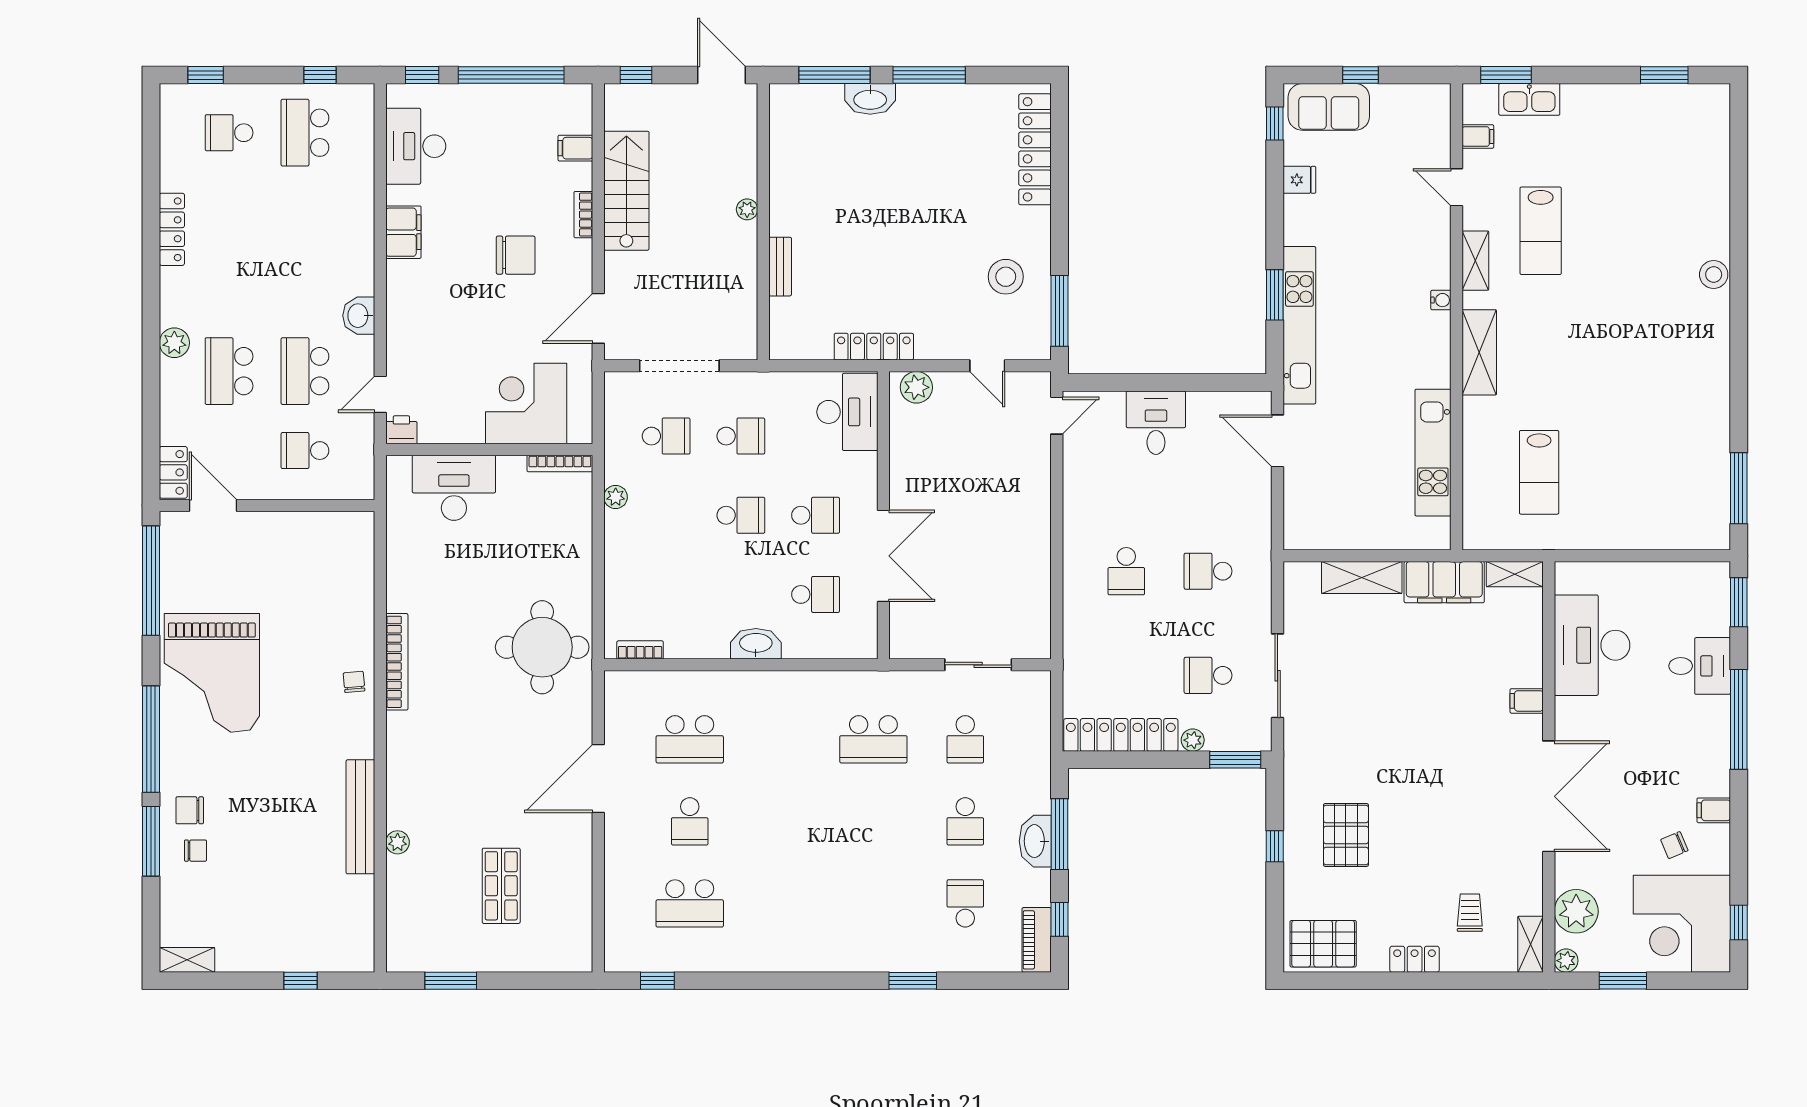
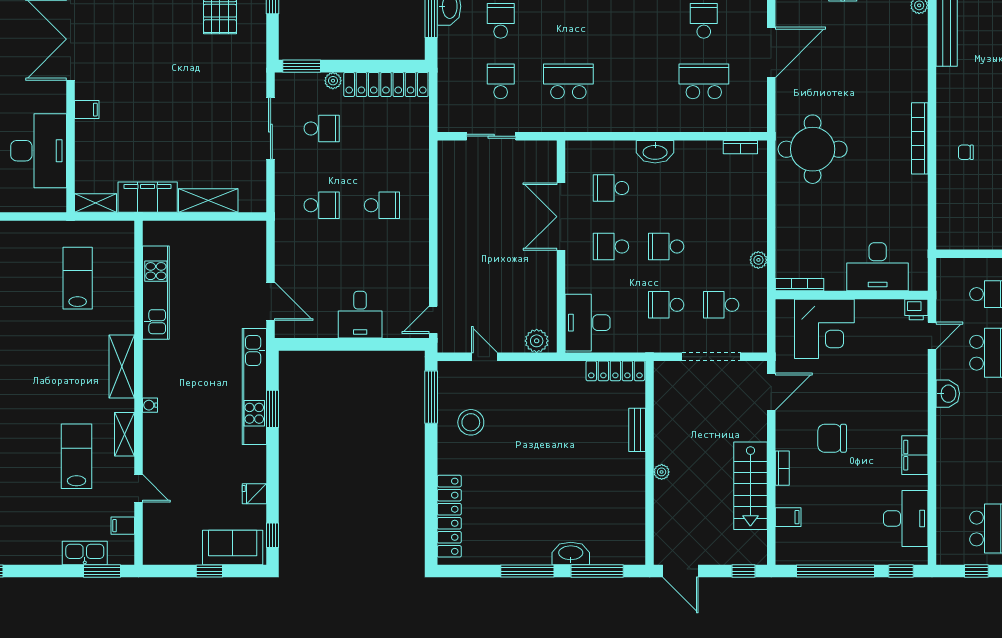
locker: (874, 347) -> (615, 371), moved
school desk: (1126, 571) -> (382, 205), turned 90
chair: (354, 682) -> (966, 152), moved, turned 95

